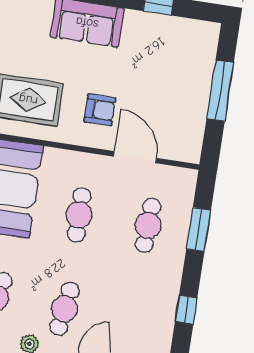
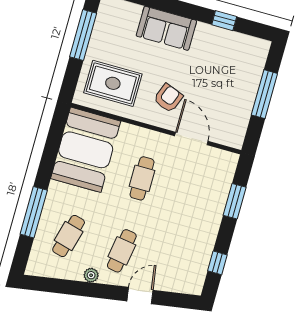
armchair: (100, 110) -> (168, 98), turned -69
cafe table: (148, 225) -> (195, 193), removed

